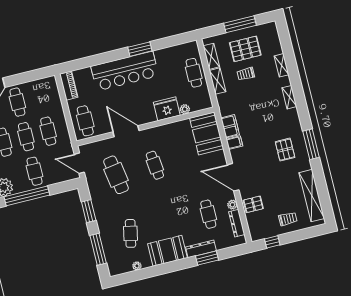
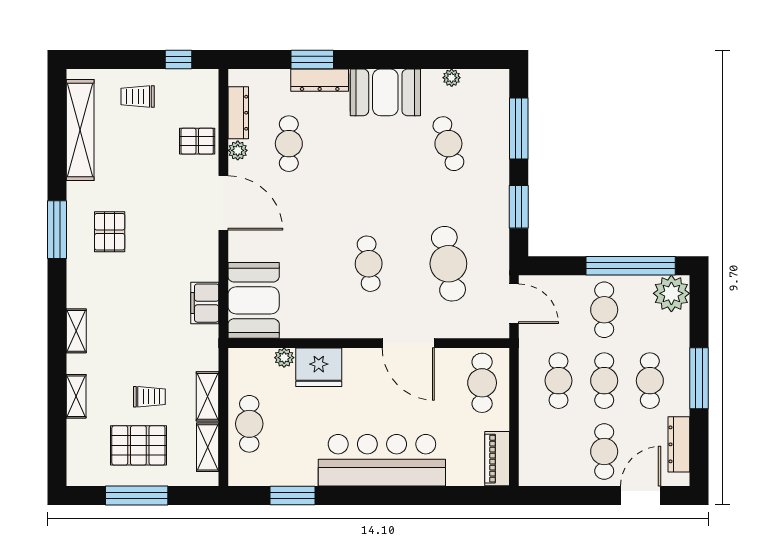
window: (140, 49) -> (292, 495), moved
filing cabinet: (234, 143) -> (204, 269), removed
cafe table: (130, 233) -> (448, 144), turned -30

